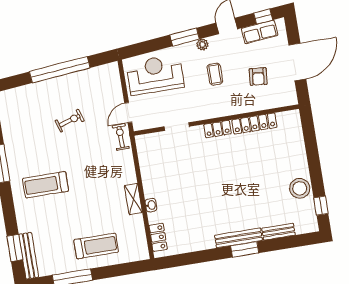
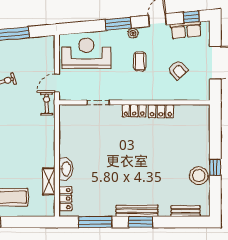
armchair: (258, 77) -> (178, 70), turned -47
locker: (254, 124) -> (161, 111), width x0.66
shelving: (133, 199) -> (49, 181), moved
washbasin: (151, 205) -> (66, 169), width x1.91, depth x1.45
window: (321, 206) -> (215, 167), moved
bench: (278, 232) -> (186, 211), moved
window: (195, 258) -> (95, 222), added

